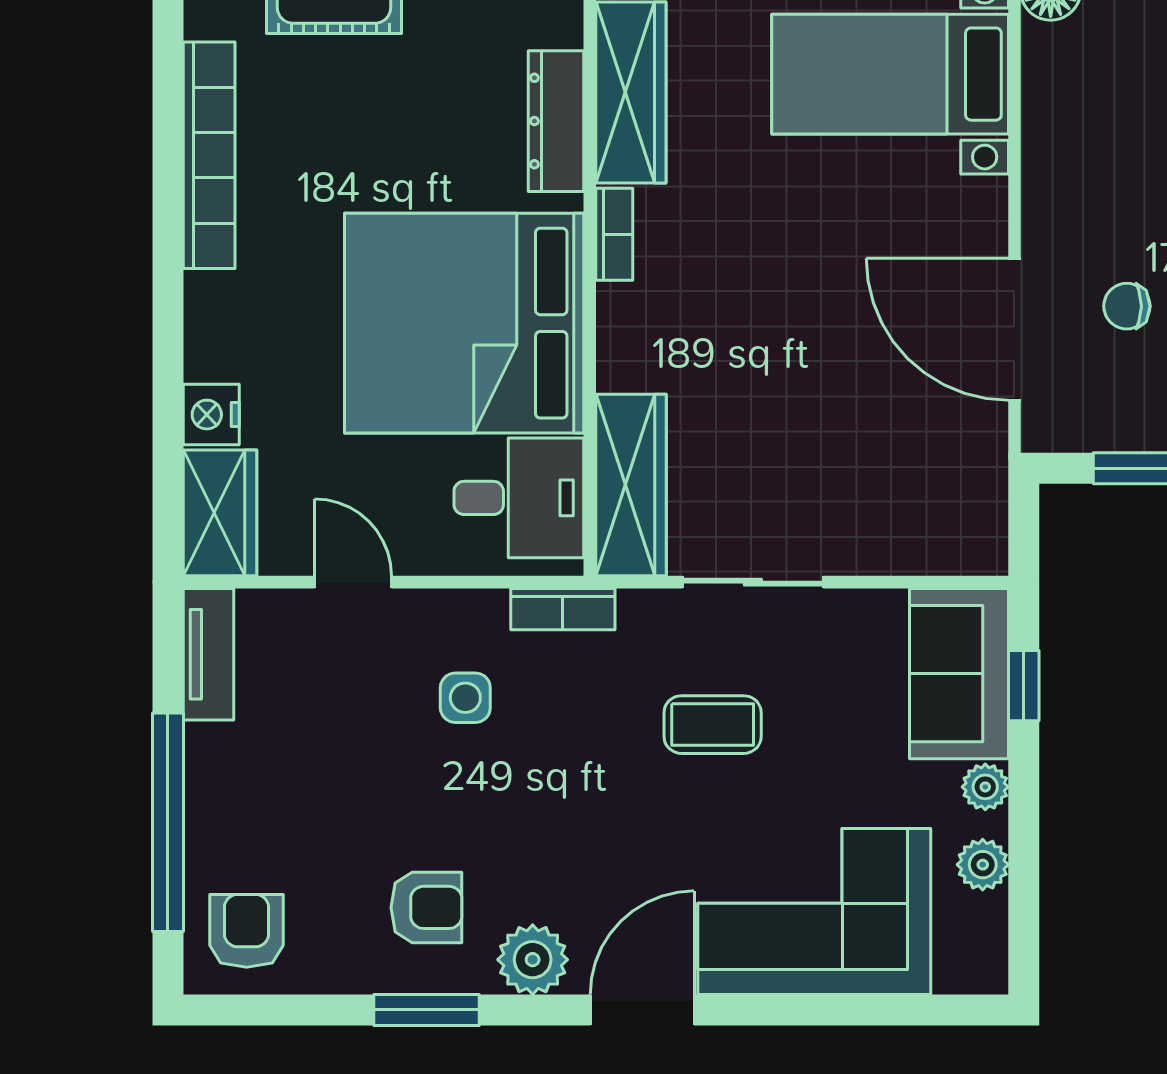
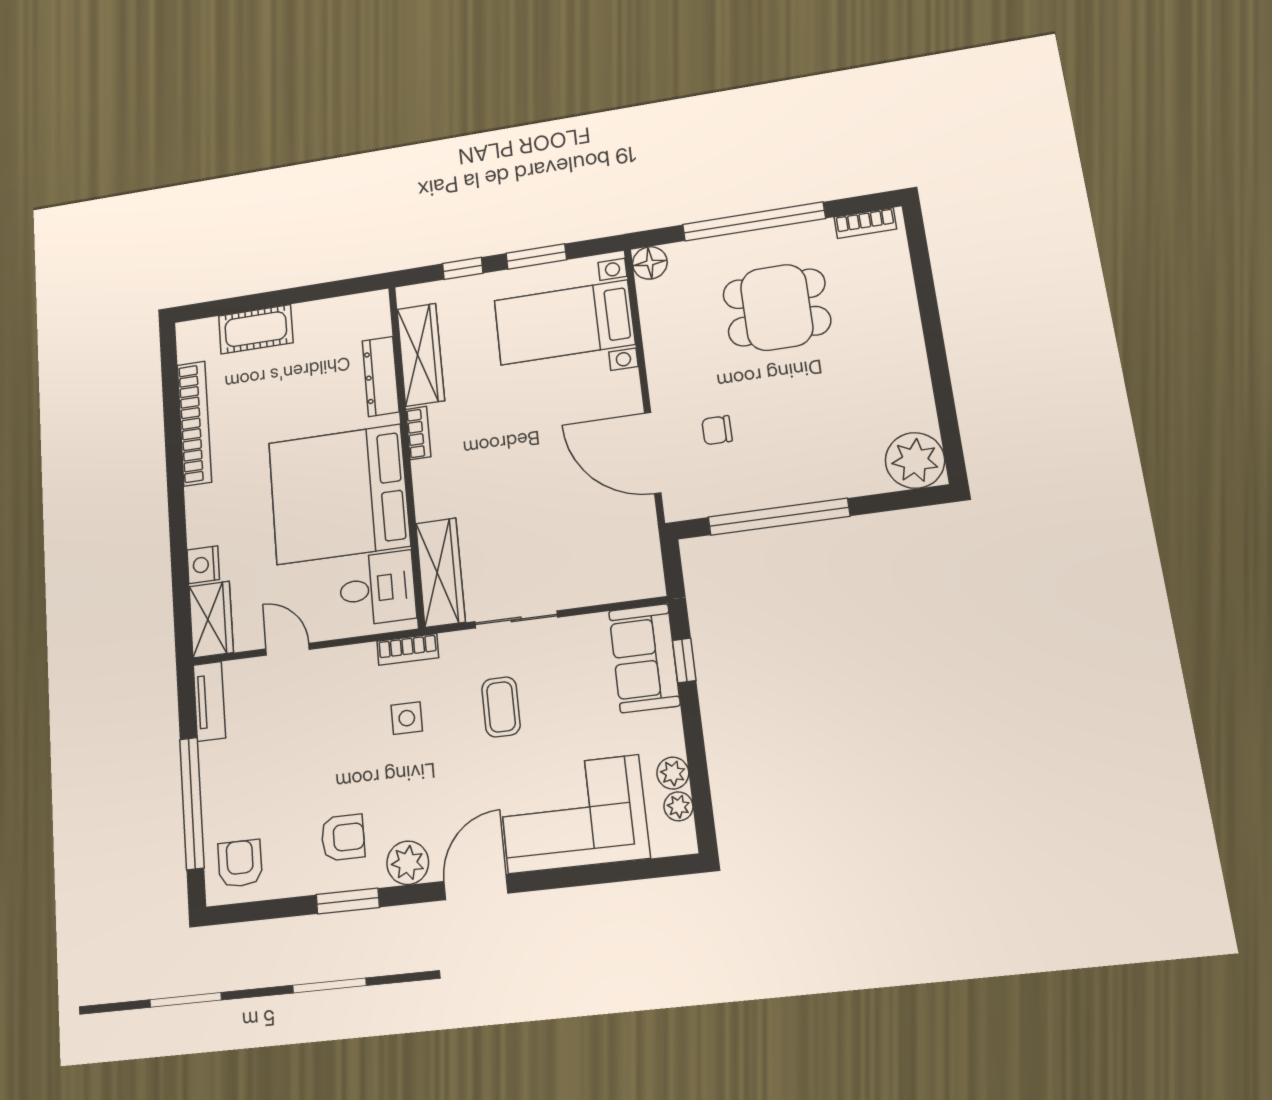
side table: (465, 698) -> (407, 718), moved
coffee table: (713, 725) -> (501, 707), turned 90
plant: (985, 787) -> (678, 806), moved

